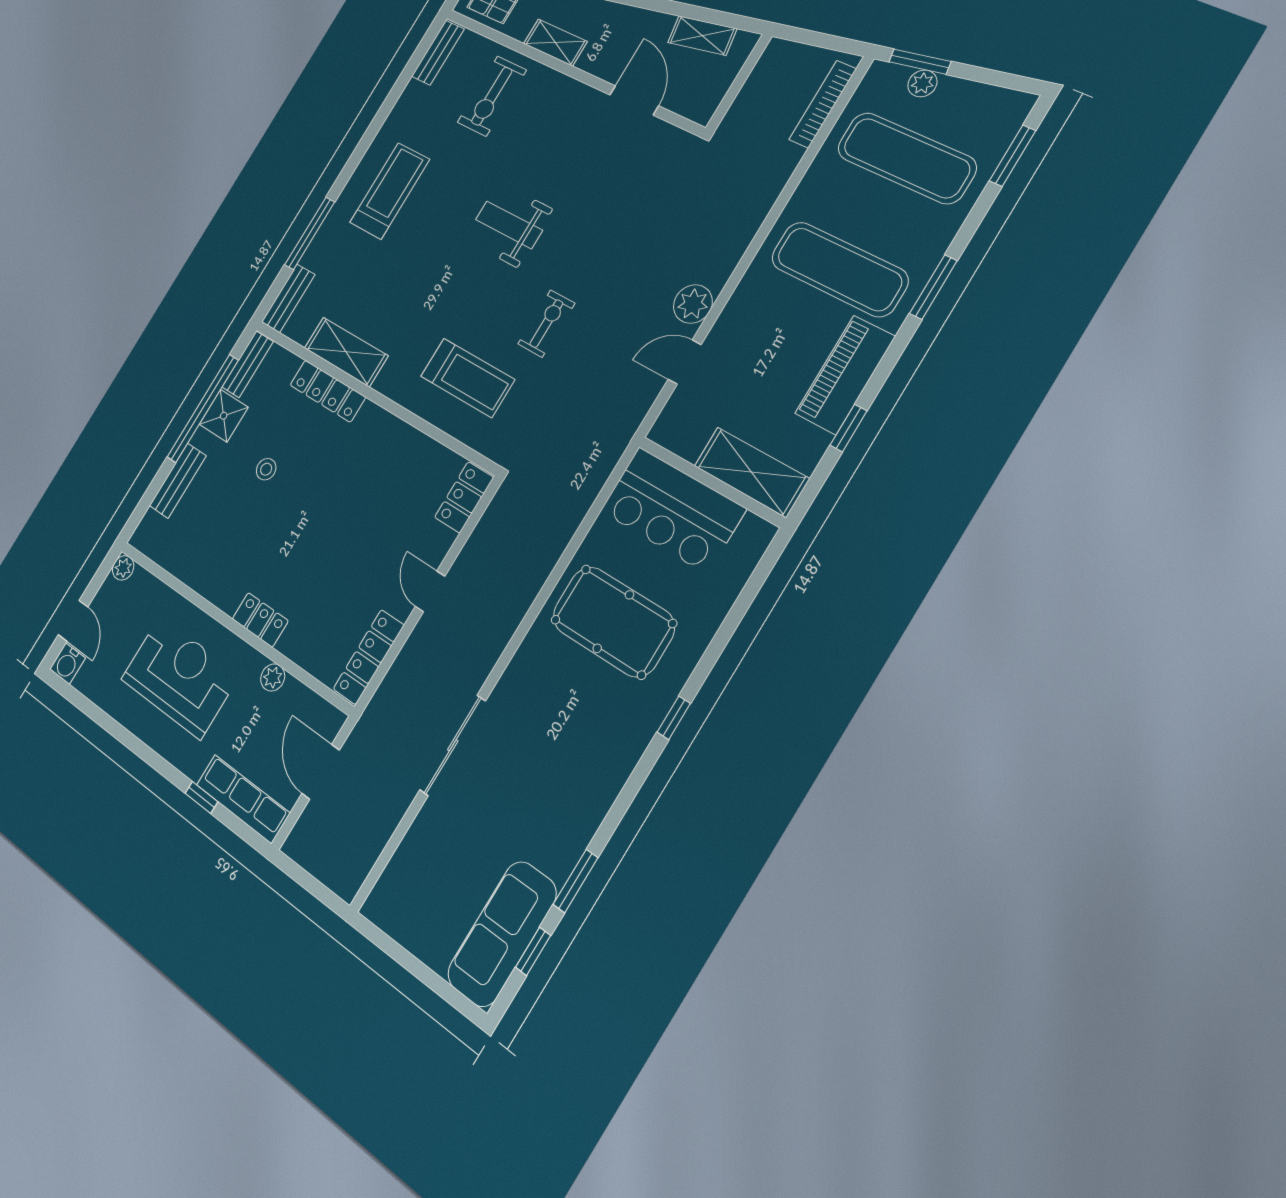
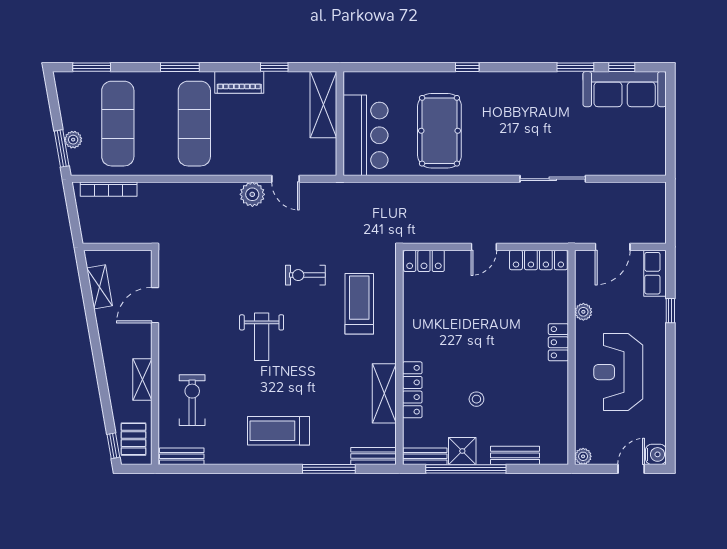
exercise bike: (492, 96) -> (192, 400), turned -90
piano: (845, 375) -> (239, 82), width x0.73, depth x0.75
row of seats: (243, 799) -> (655, 273), width x0.68

